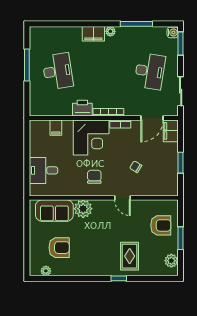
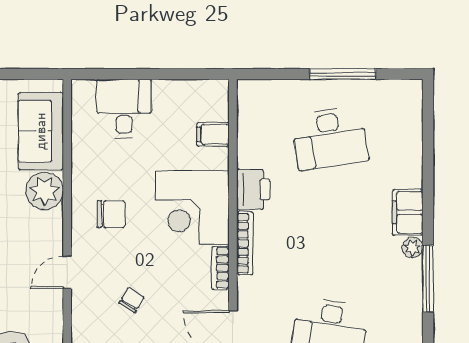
window: (136, 24) -> (428, 279), moved

